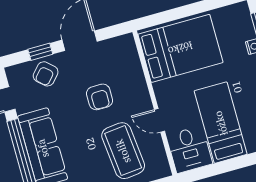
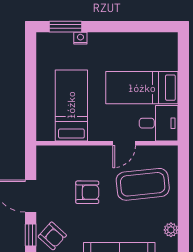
bed: (180, 48) -> (71, 105), width x0.67

